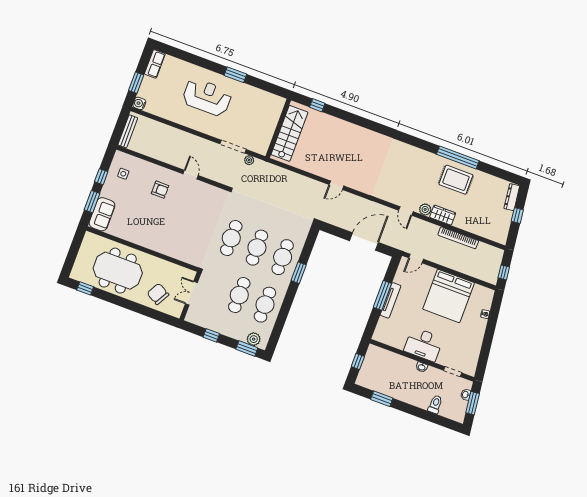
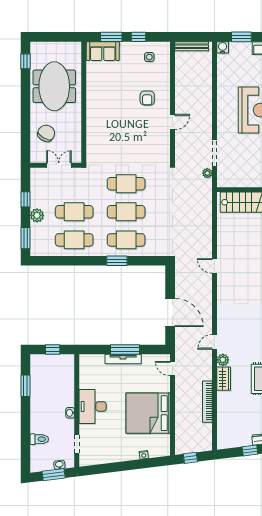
plant: (254, 339) -> (37, 215), moved

